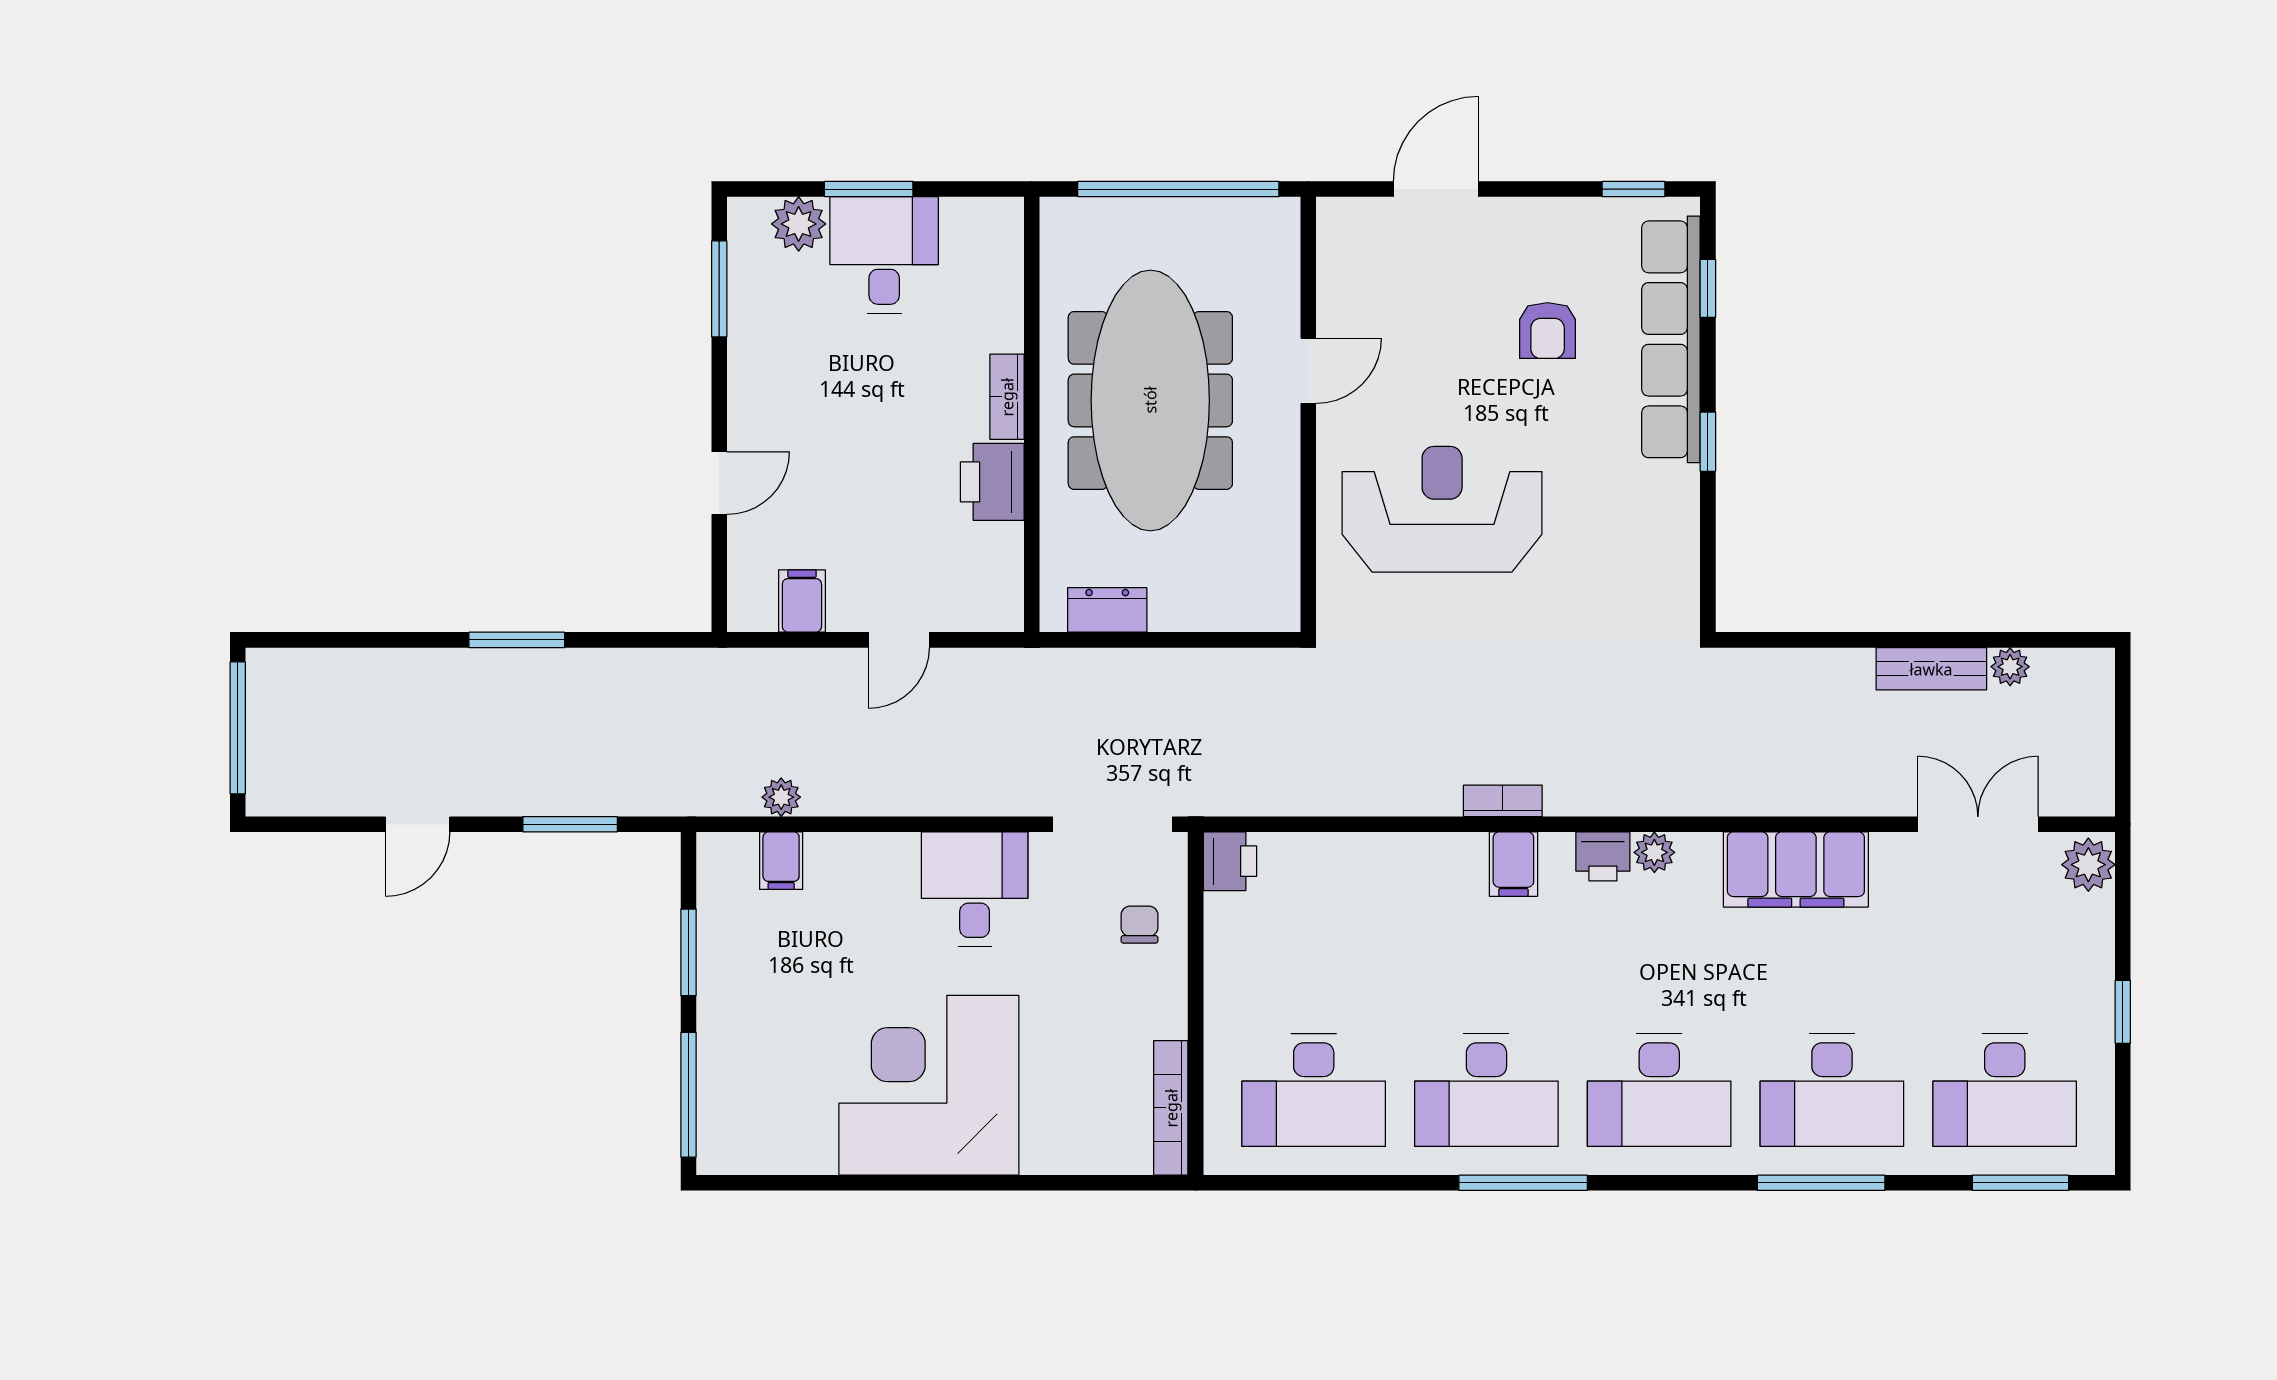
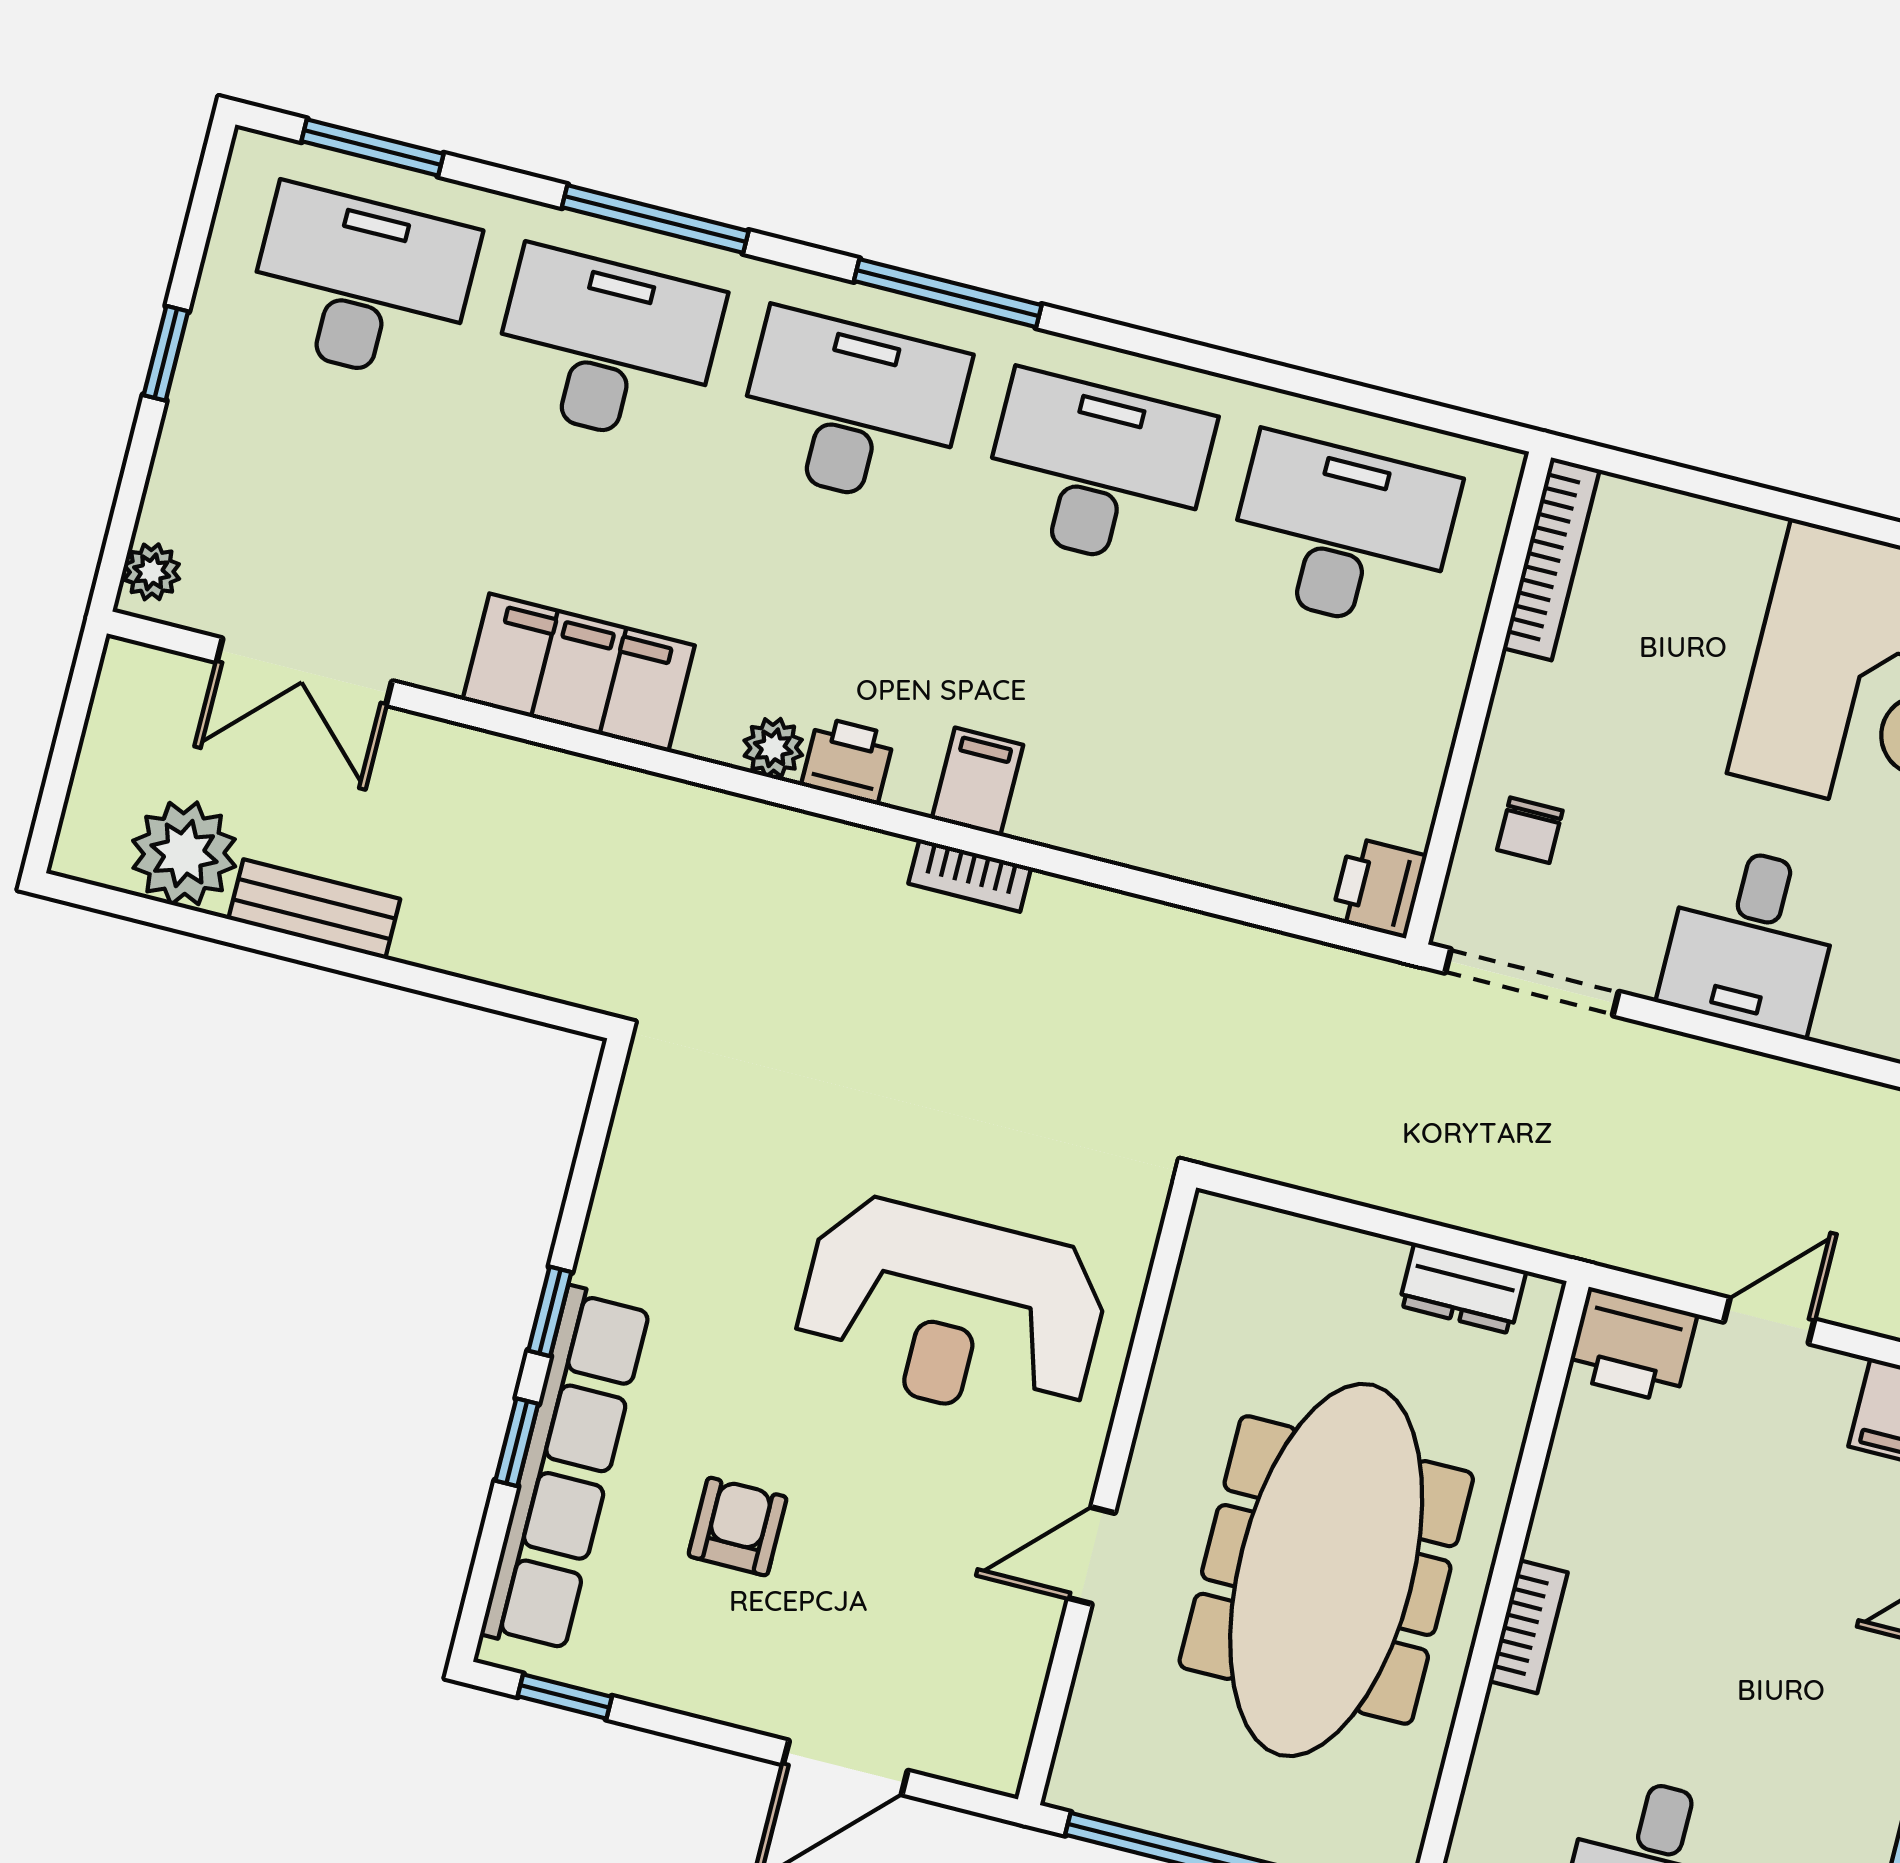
window: (1708, 288) -> (517, 1442), moved
printer: (992, 482) -> (1632, 1346), moved, turned 90
plant: (2010, 667) -> (184, 854), width x1.88, depth x1.88
plant: (2088, 865) -> (152, 572), width x0.73, depth x0.73
window: (1523, 1183) -> (948, 293), moved

